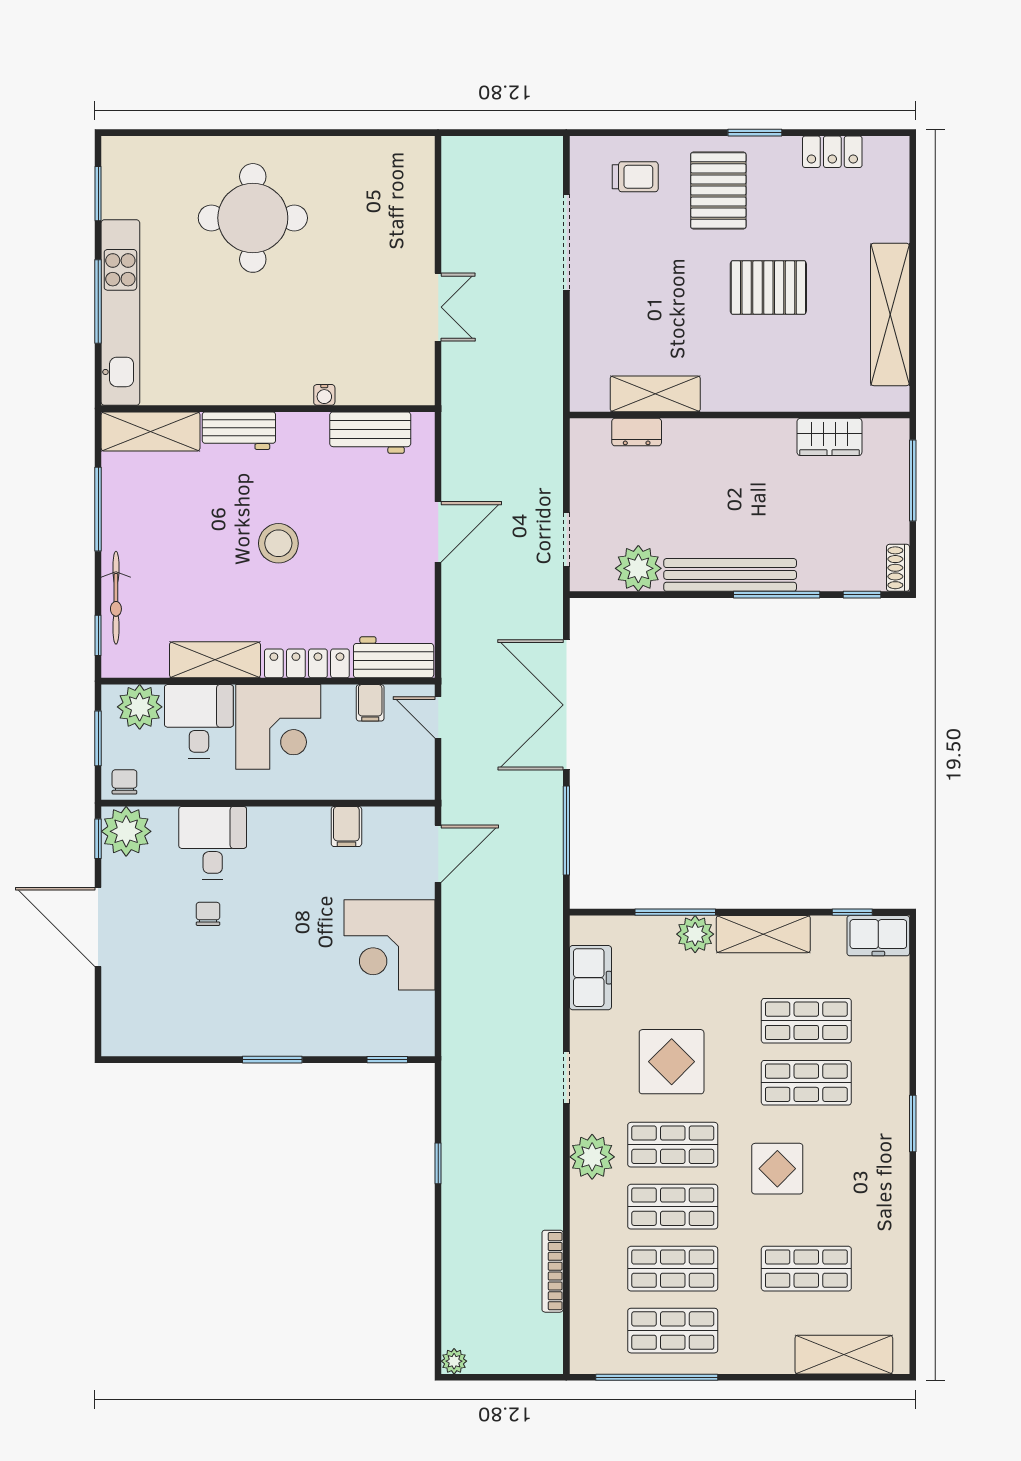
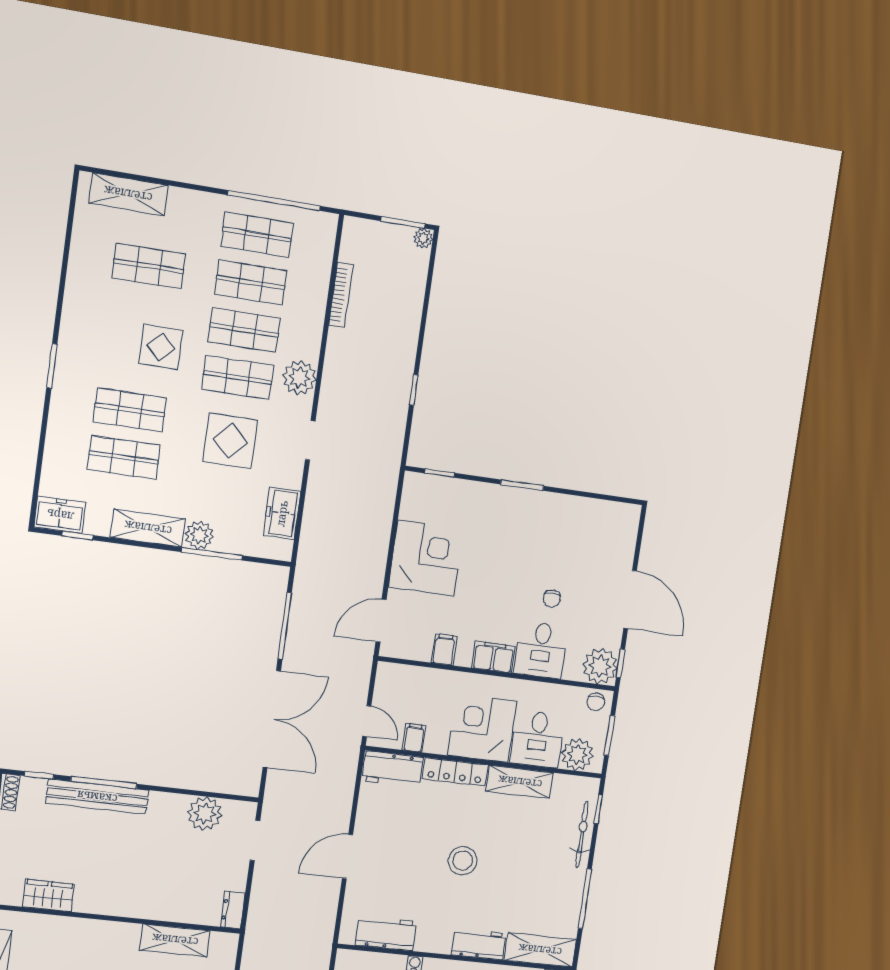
dresser: (637, 432) -> (233, 910), moved, turned -90
bench: (730, 575) -> (97, 797), moved
filing cabinet: (277, 825) -> (494, 657), added
window: (484, 1377) -> (403, 222), added

